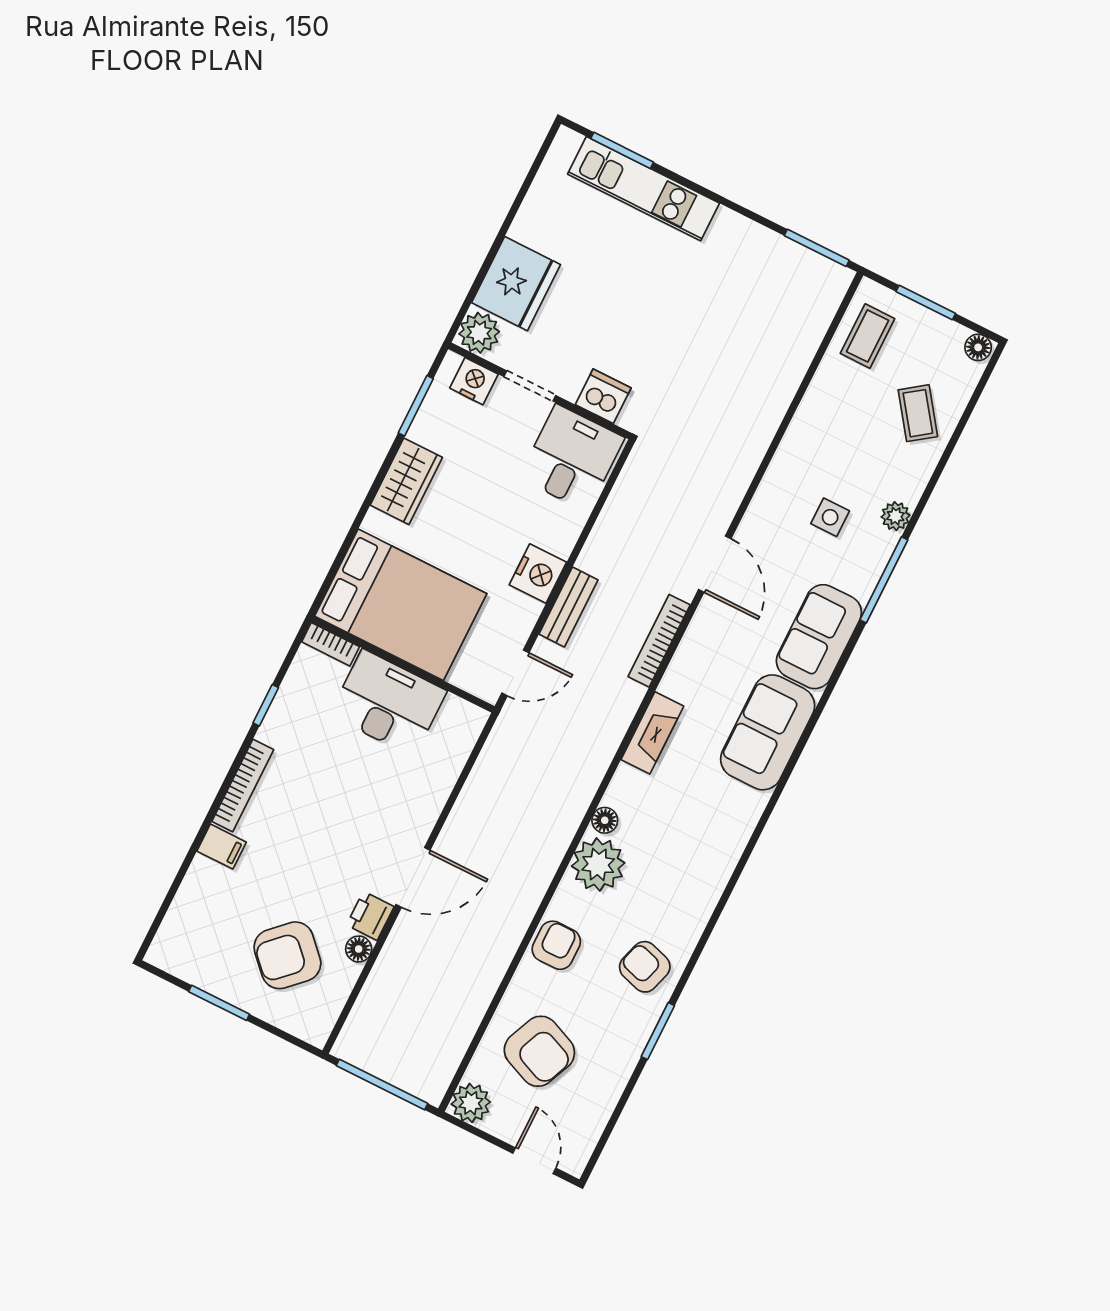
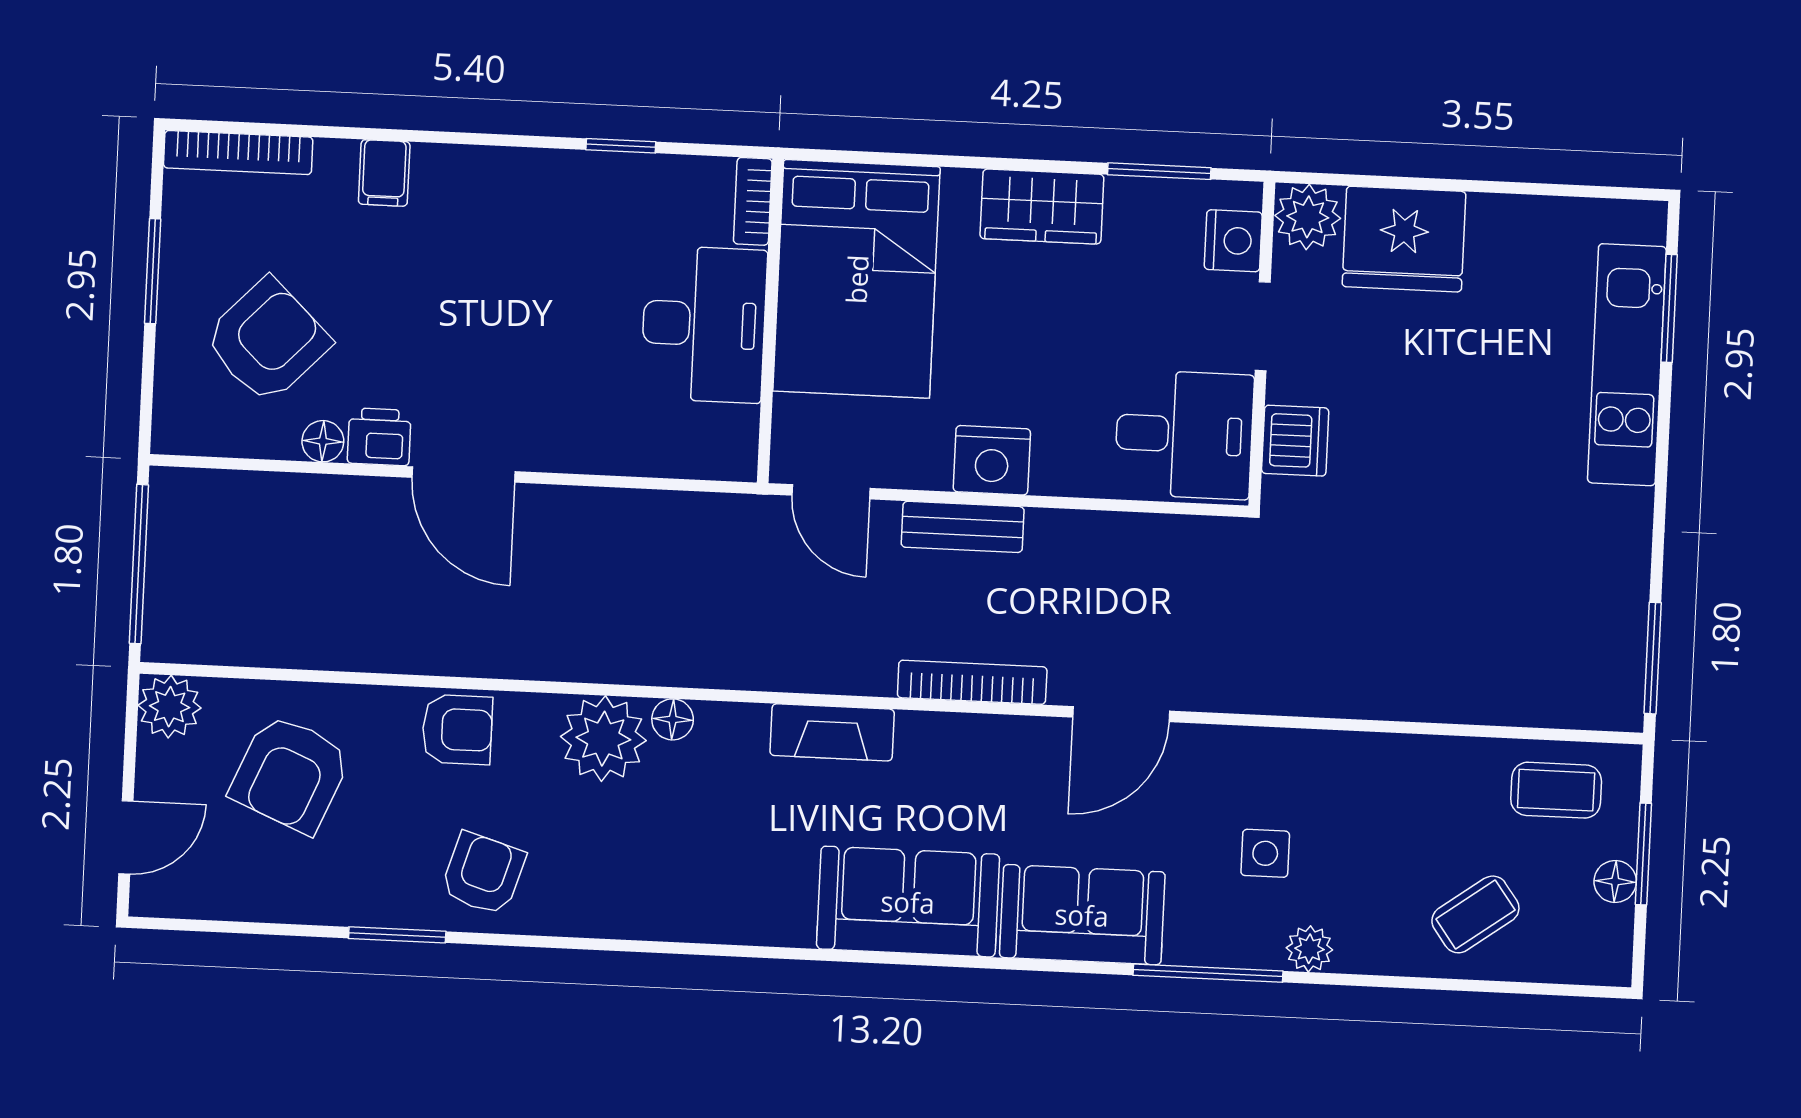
floor lamp: (978, 347) -> (1615, 881), moved
bookcase: (243, 786) -> (238, 152), moved
armchair: (287, 955) -> (267, 341), turned 88

